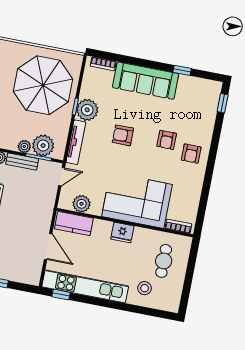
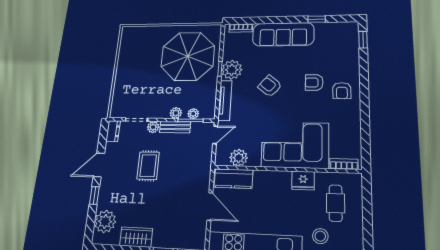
armchair: (123, 135) -> (270, 86), turned 40
armchair: (167, 140) -> (314, 82), turned 90
plant: (43, 146) -> (193, 114), width x0.53, depth x0.53
fridge: (122, 233) -> (303, 181), moved

